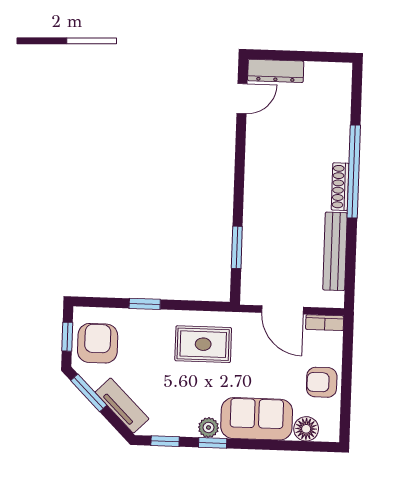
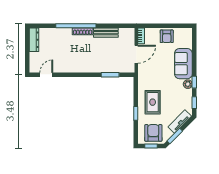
dresser: (276, 71) -> (34, 40), moved
door: (242, 99) -> (46, 75), hinge flipped
bench: (335, 251) -> (106, 33), width x0.73
armchair: (98, 343) -> (153, 133), turned 90
rug: (203, 344) -> (153, 102), moved
floor lamp: (306, 429) -> (187, 42), removed

